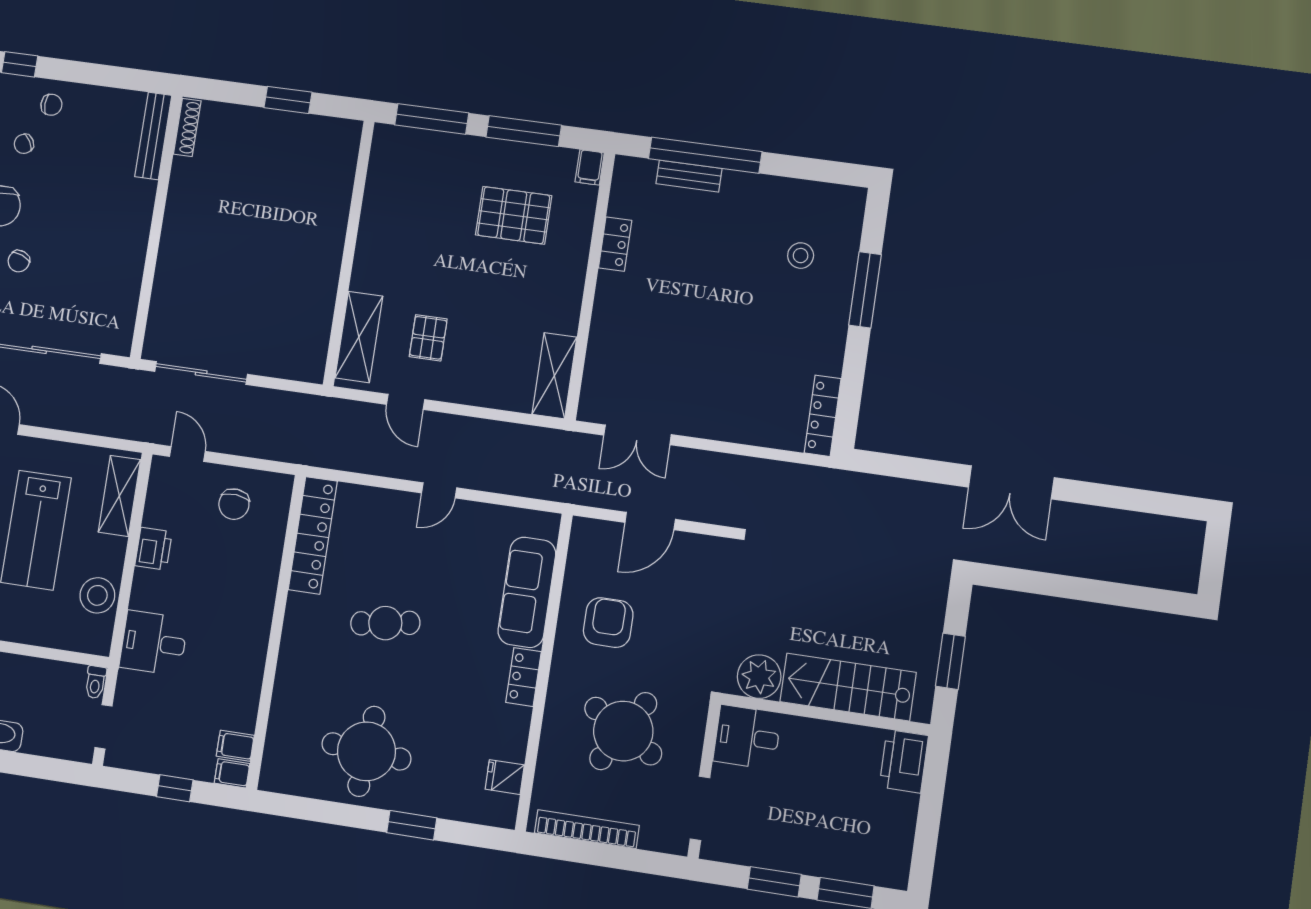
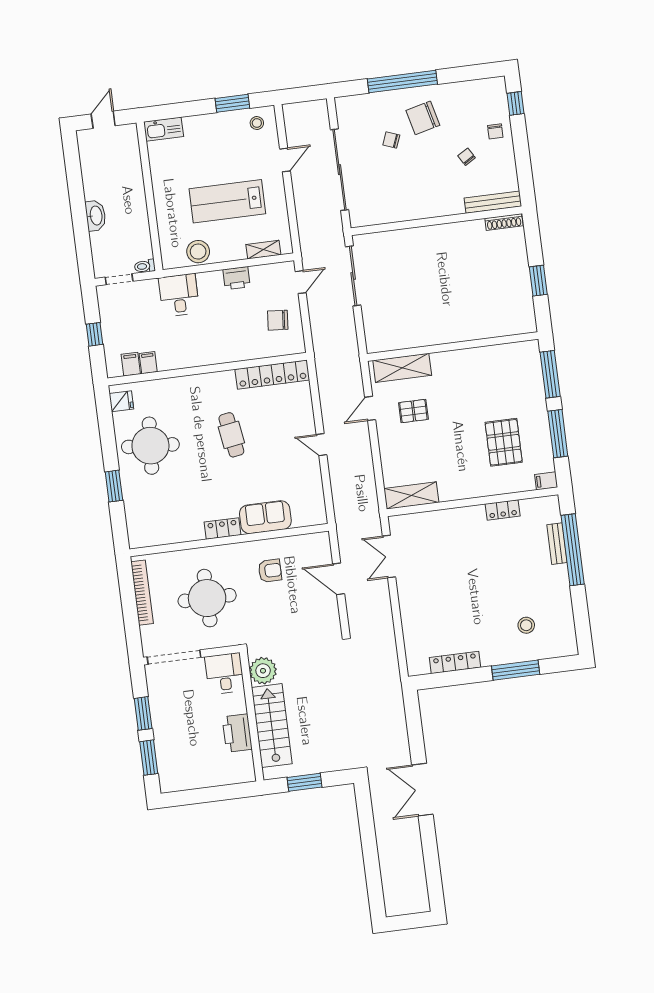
chair: (24, 144) -> (467, 157), moved
locker: (823, 416) -> (455, 662), moved
shelving: (119, 496) -> (263, 250), width x0.67, depth x0.75
sofa: (527, 592) -> (265, 517), width x0.73
armchair: (608, 623) -> (270, 571), width x0.72, depth x0.72
round table: (623, 731) -> (207, 598), turned -31
printer: (904, 761) -> (237, 733), moved, turned -90
filing cabinet: (232, 773) -> (148, 363), moved
fridge: (505, 777) -> (121, 401), moved, turned 90
doorway: (700, 808) -> (174, 657), width x1.36

